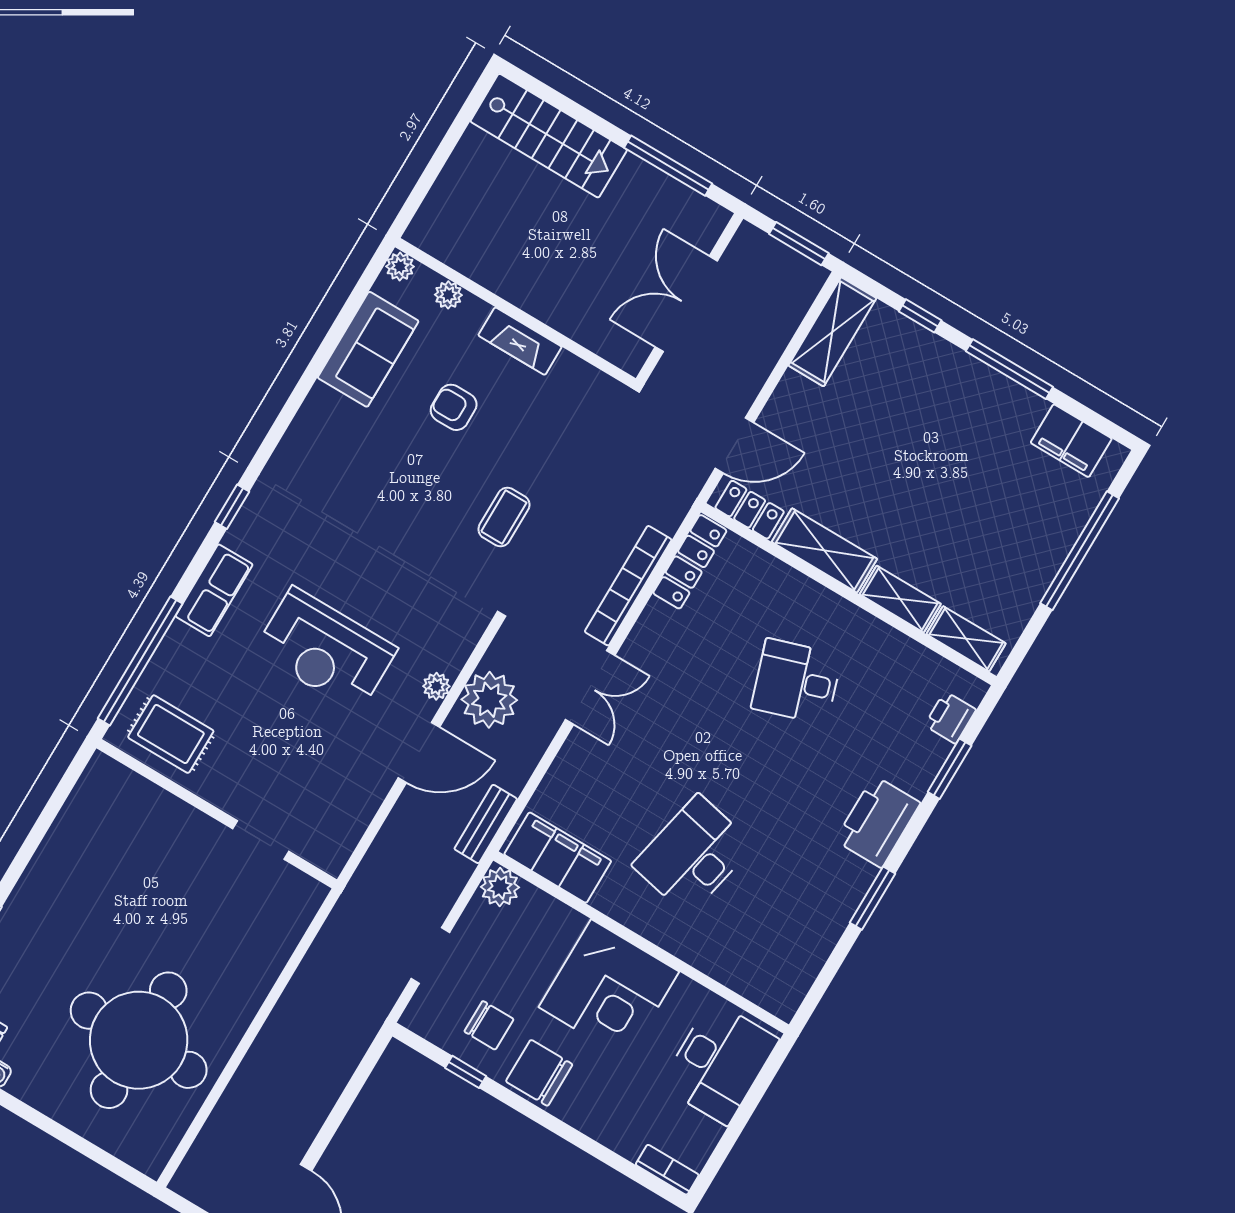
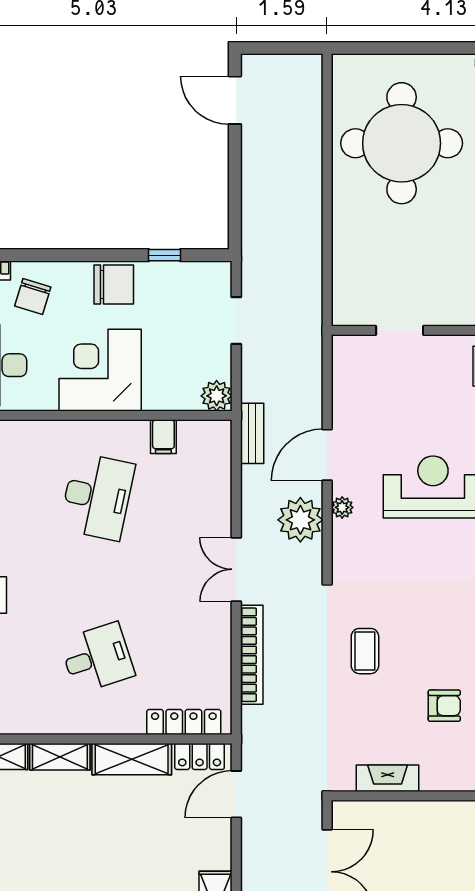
fireplace: (520, 341) -> (388, 778), moved
locker: (690, 562) -> (184, 722), moved, turned 90
filing cabinet: (558, 858) -> (163, 437), width x0.33, depth x0.86
chair: (489, 1025) -> (33, 297), moved, turned -73

